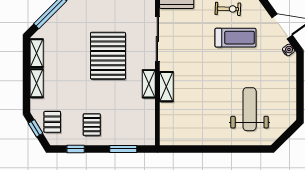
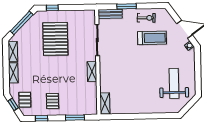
pallet: (108, 56) -> (55, 39), moved
shelving: (166, 87) -> (105, 103), moved
weight bench: (250, 109) -> (174, 83), moved

